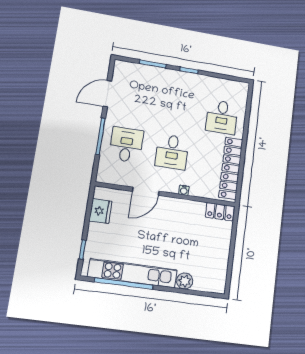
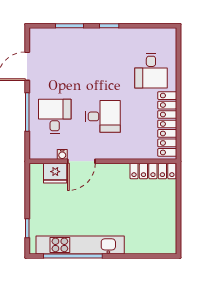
desk: (172, 152) -> (103, 116), turned -90
water cooler: (184, 190) -> (62, 154), moved
fridge: (101, 211) -> (55, 173), moved, turned 90
locker: (220, 212) -> (153, 171), width x1.53
plant: (185, 281) -> (134, 246), removed

